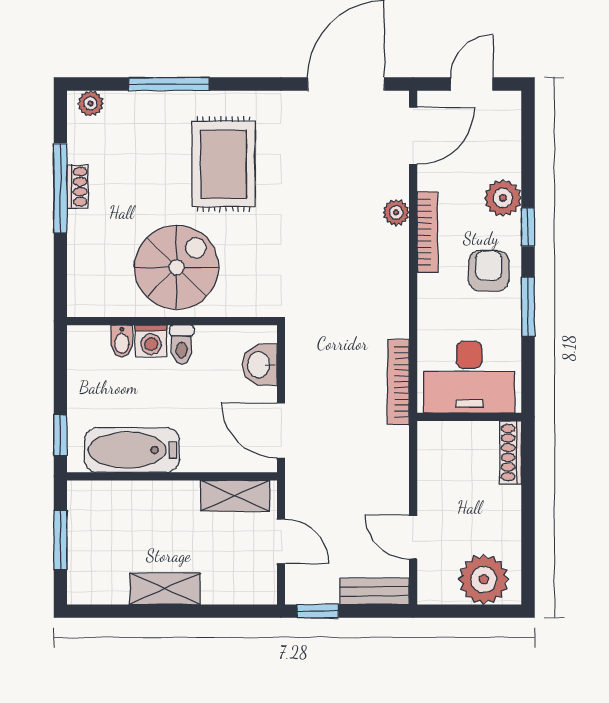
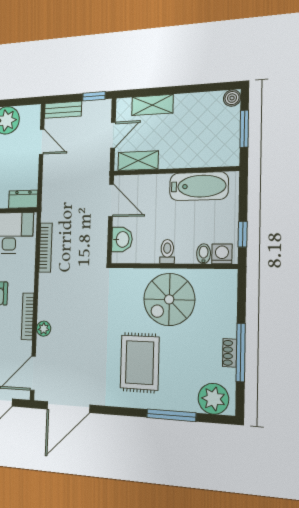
plant: (91, 103) -> (213, 399), width x1.88, depth x1.88
washing machine: (151, 341) -> (222, 254), moved
bookcase: (398, 382) -> (45, 248), moved
window: (60, 435) -> (243, 234), moved
dresser: (445, 436) -> (23, 199), added
door: (281, 541) -> (113, 135), swing flipped
shelving: (165, 589) -> (152, 105), moved
boiler: (81, 591) -> (232, 98), added

